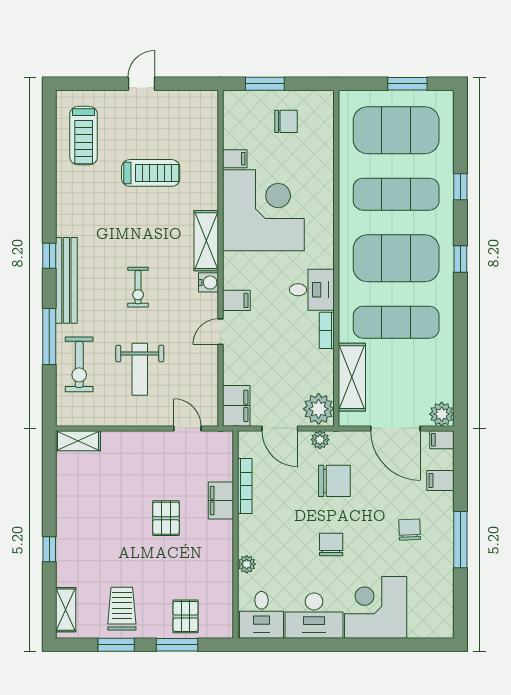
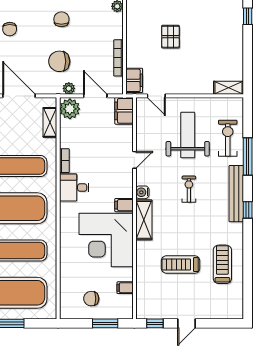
window: (190, 84) -> (155, 323), added
treadmill: (84, 136) -> (222, 264), moved
filing cabinet: (235, 159) -> (125, 288), moved
filing cabinet: (236, 300) -> (124, 205), moved
weight bench: (140, 369) -> (188, 135), width x1.36, depth x1.33
shelving: (352, 377) -> (50, 122), width x0.67, depth x0.75
filing cabinet: (221, 501) -> (134, 80), moved
chair: (331, 545) -> (61, 19), turned 180

